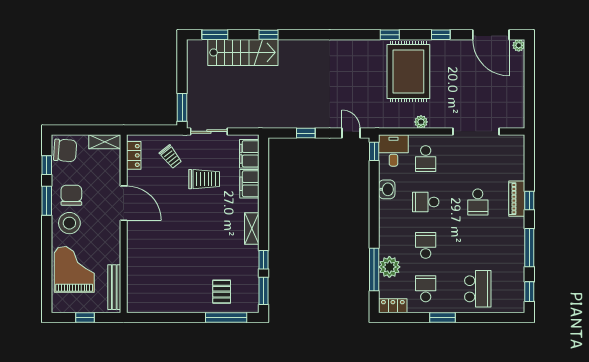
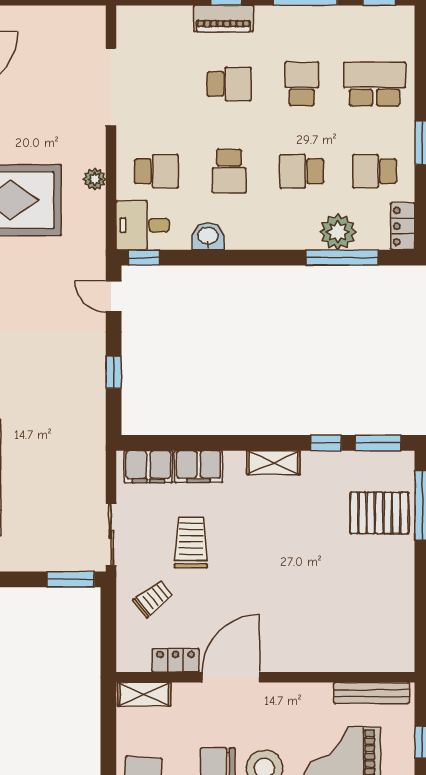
door: (351, 133) -> (114, 296), hinge flipped
shelving: (105, 142) -> (144, 694), moved, turned 90
locker: (134, 155) -> (176, 660), moved
school desk: (478, 245) -> (302, 84), added
pallet: (222, 292) -> (379, 513), width x1.50, depth x1.42

